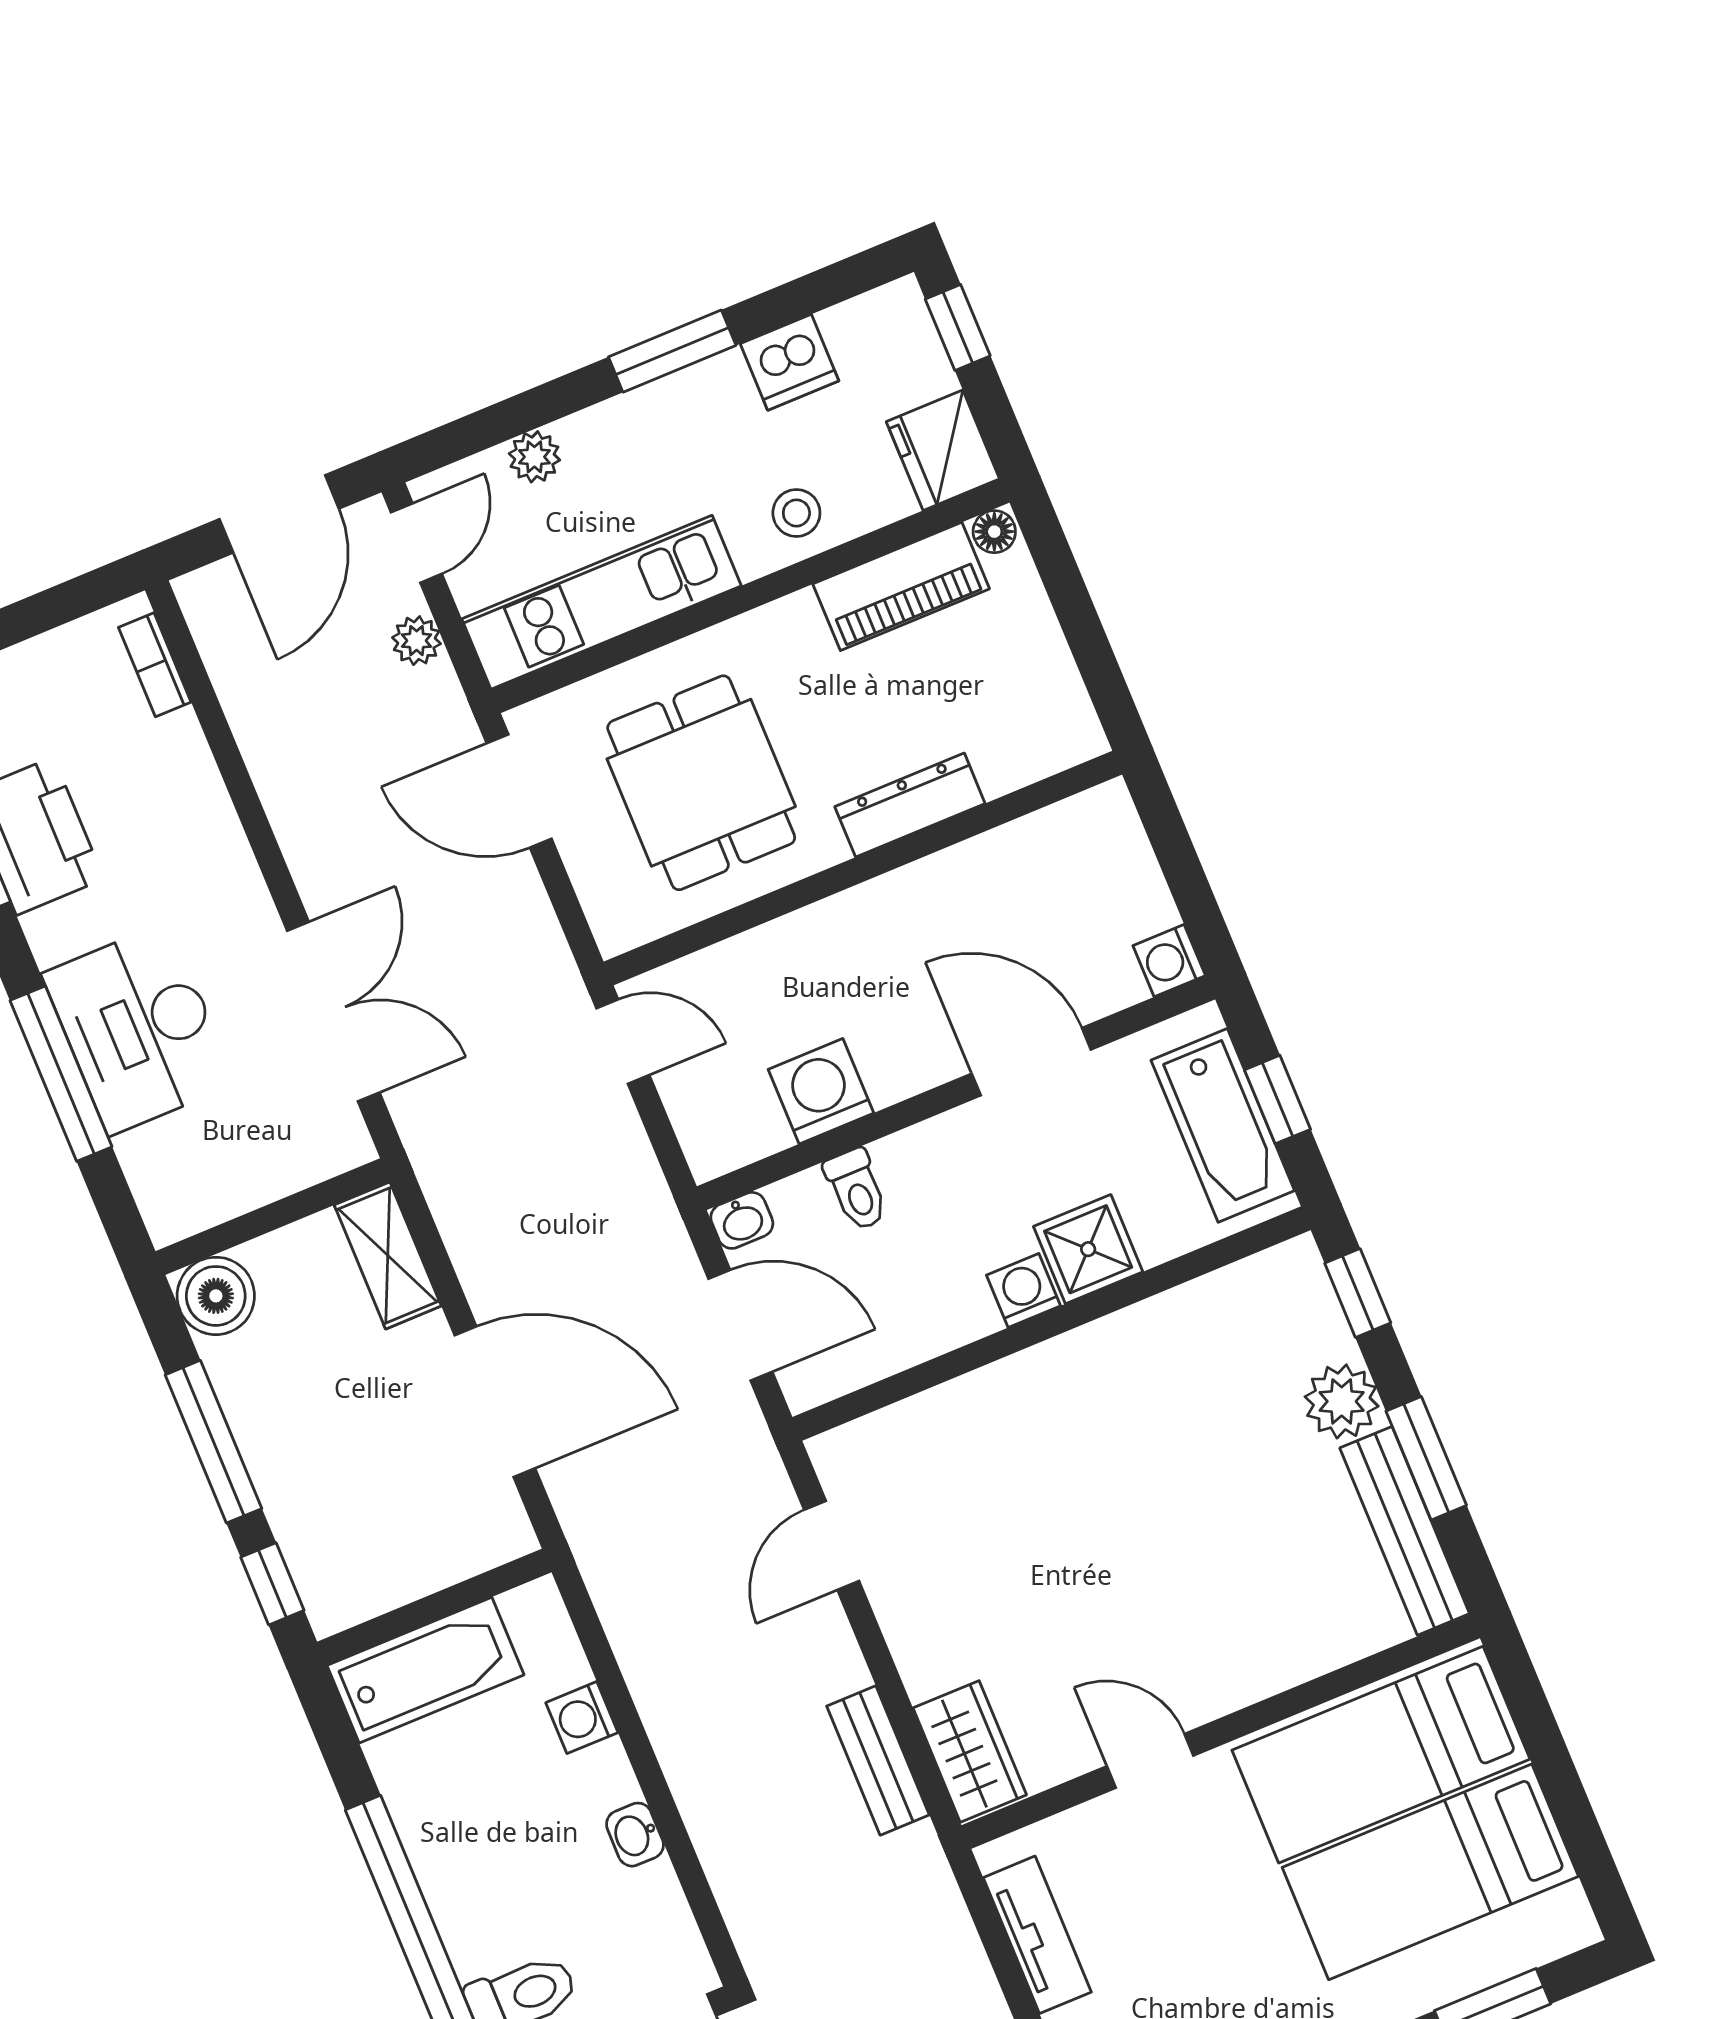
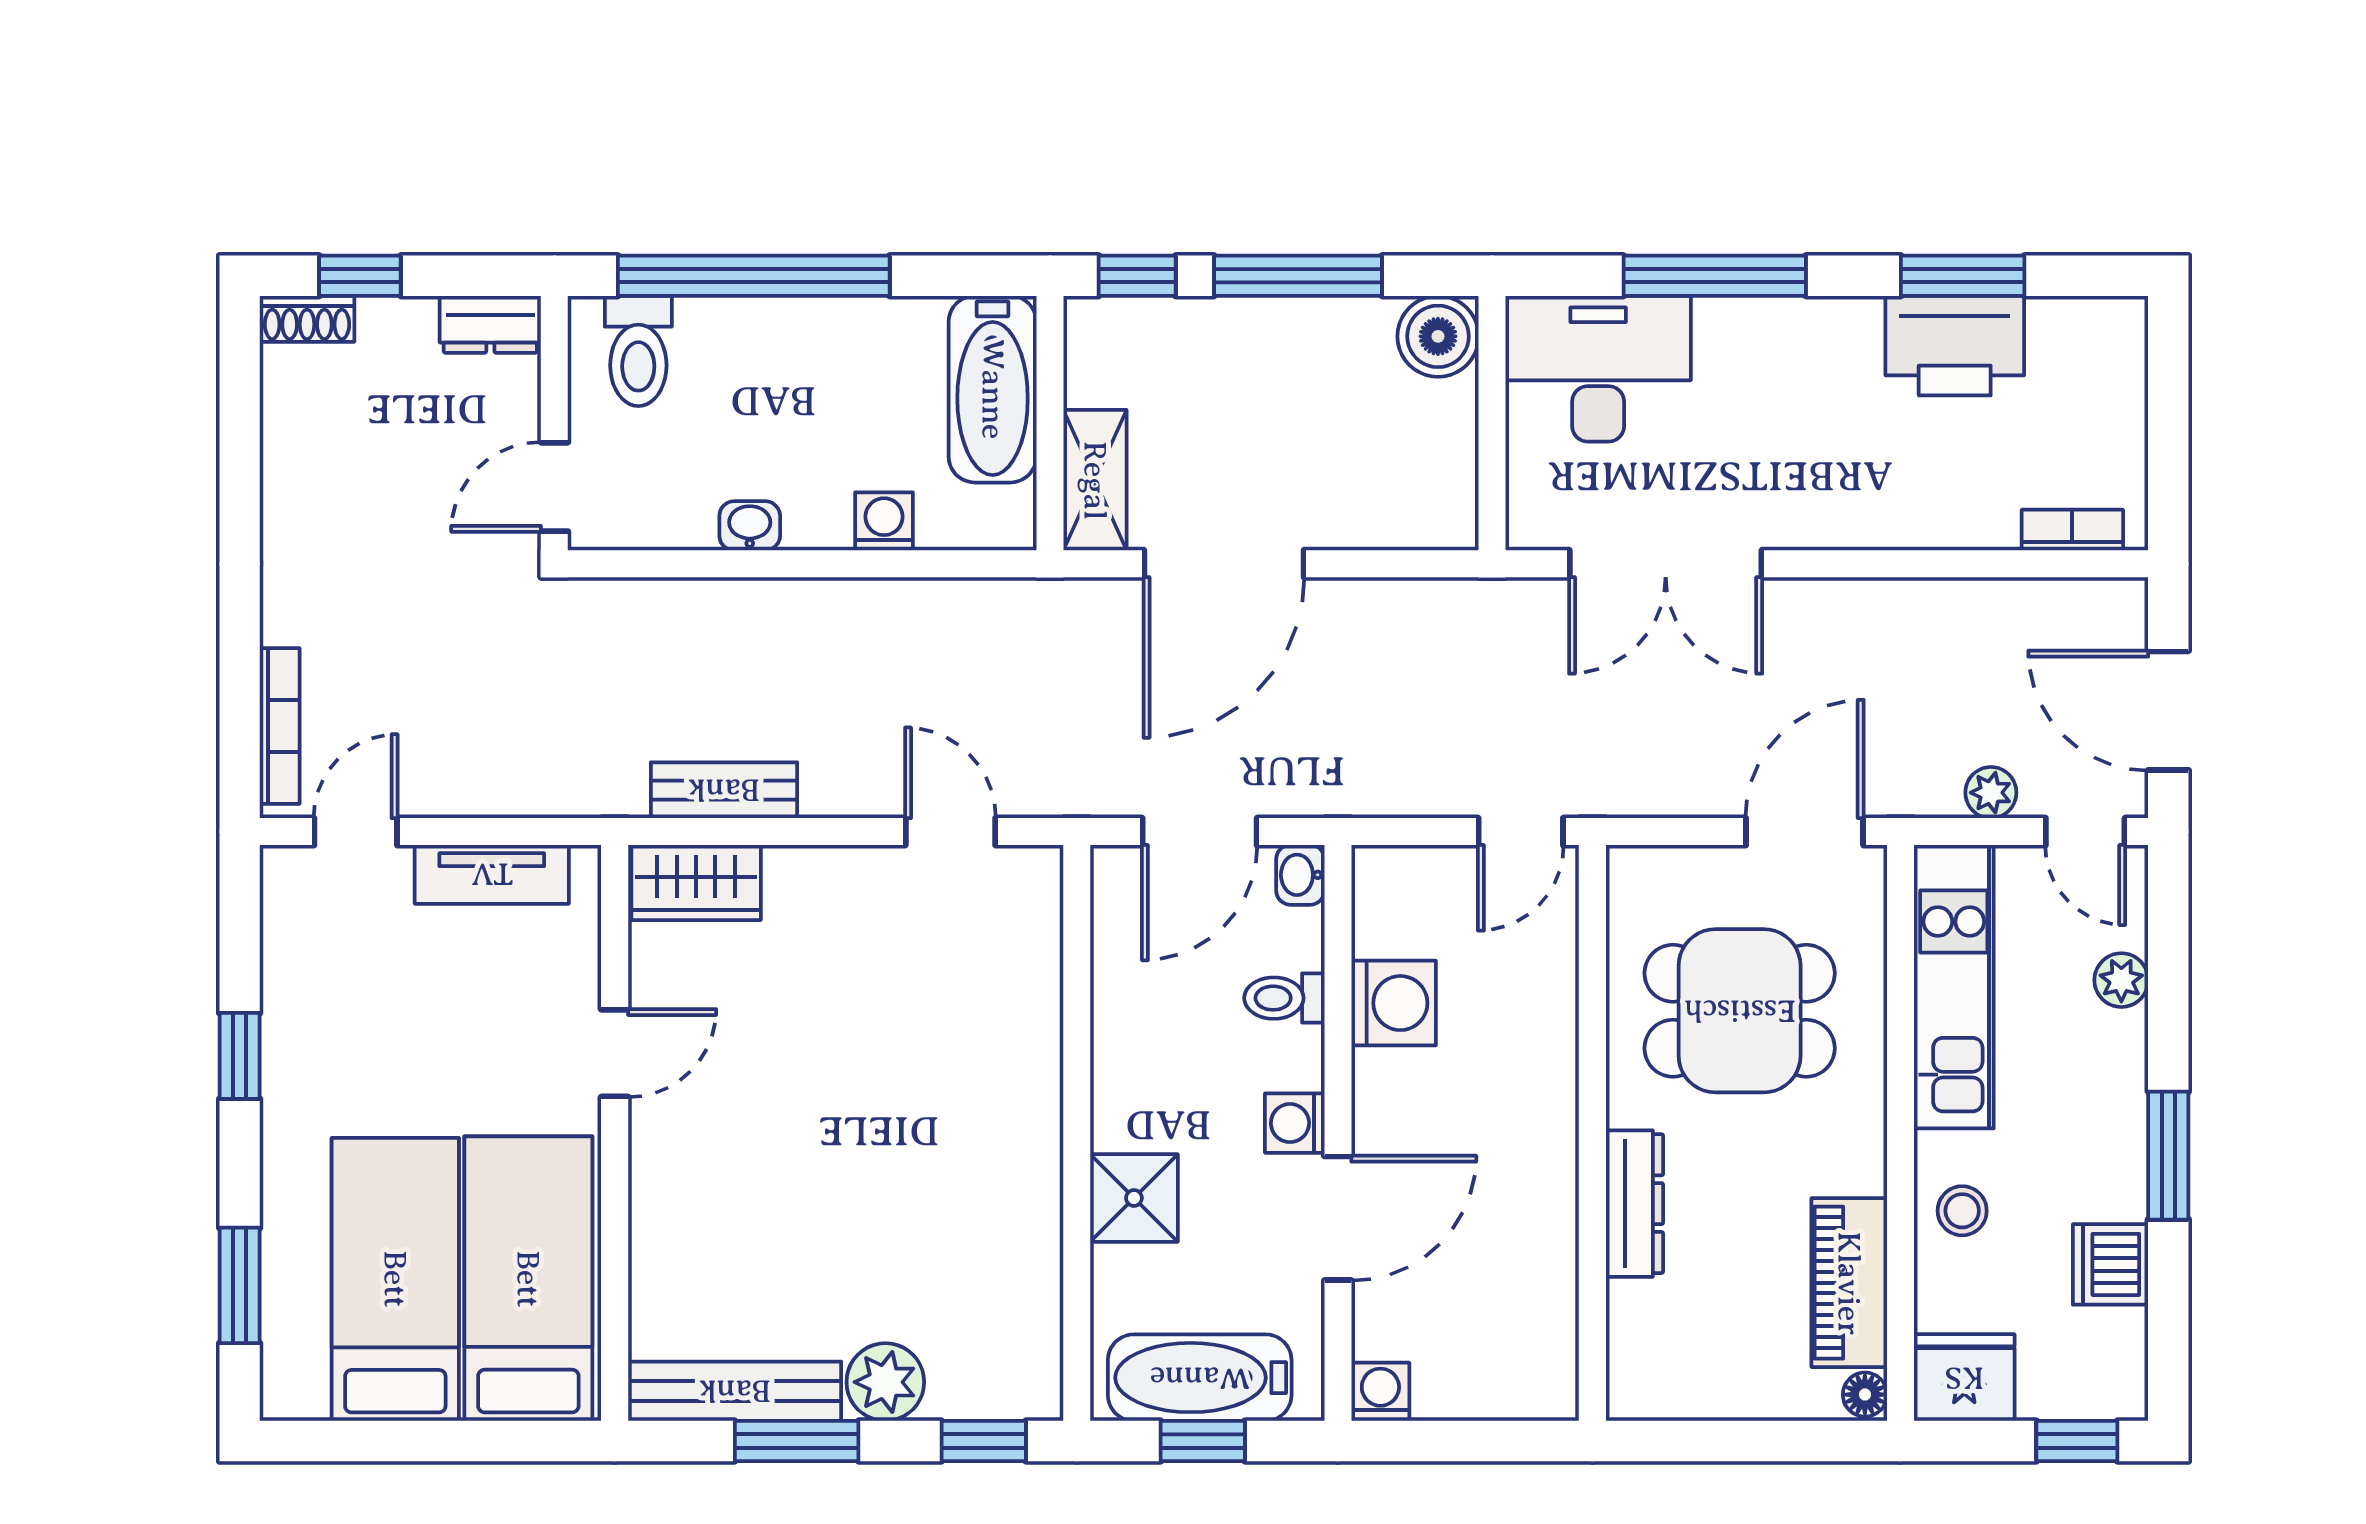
desk: (139, 1029) -> (1598, 369), moved
shelving: (388, 1255) -> (1095, 480), moved, turned 90
washing machine: (1023, 1291) -> (1295, 1123), moved, turned 180

